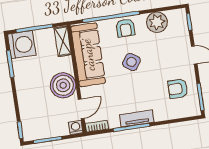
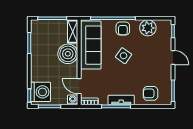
washing machine: (22, 45) -> (41, 92), moved
boiler: (63, 85) -> (68, 54), moved
armchair: (178, 89) -> (150, 93), moved
door: (81, 109) -> (79, 86), swing flipped

